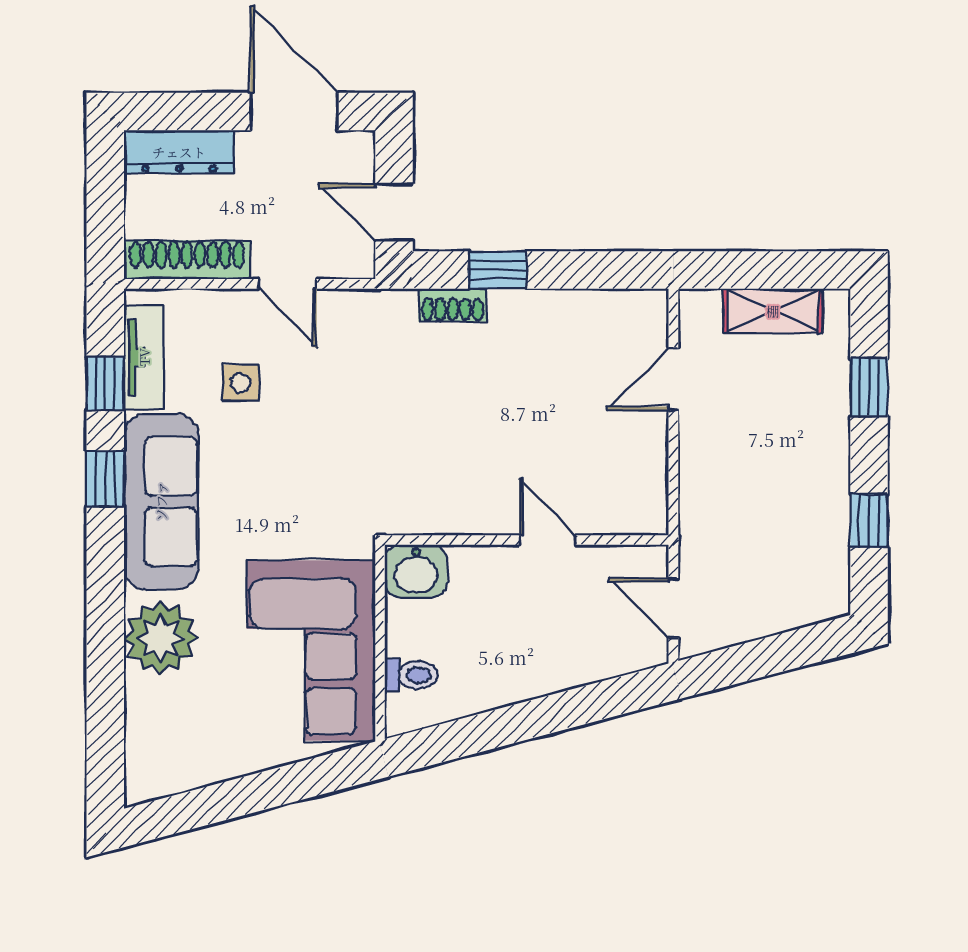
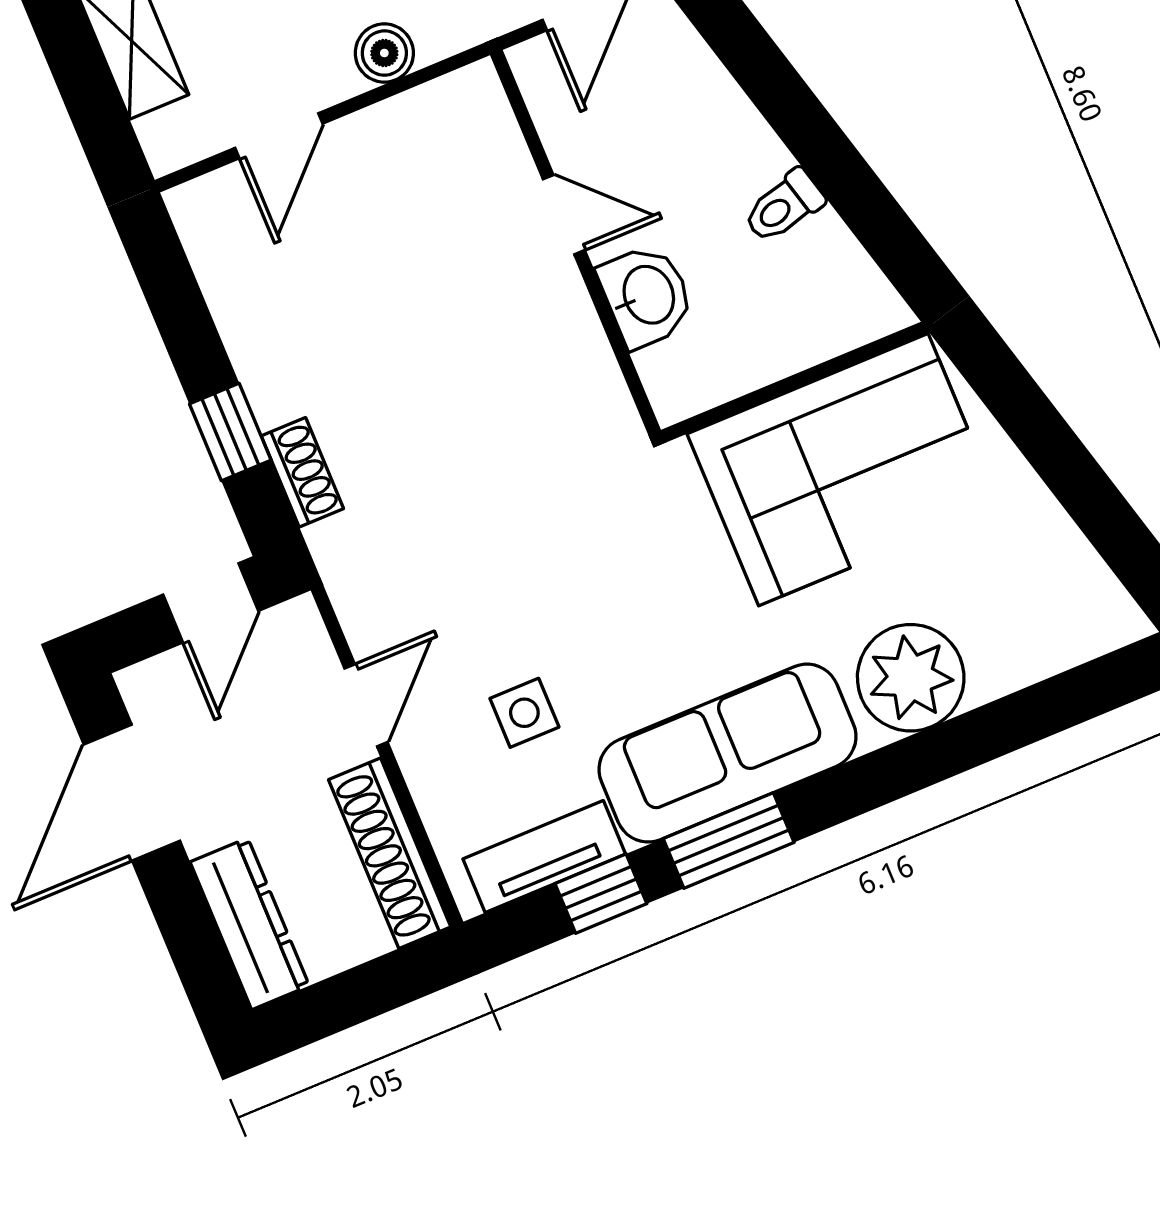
door: (673, 379) -> (279, 136), hinge flipped
boiler: (698, 469) -> (384, 53), added
window: (105, 479) -> (729, 840), width x1.50
door: (548, 540) -> (564, 215), swing flipped
washbasin: (416, 571) -> (647, 296), moved
toilet: (411, 675) -> (784, 206), moved, turned -105

